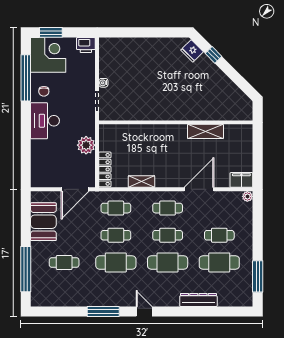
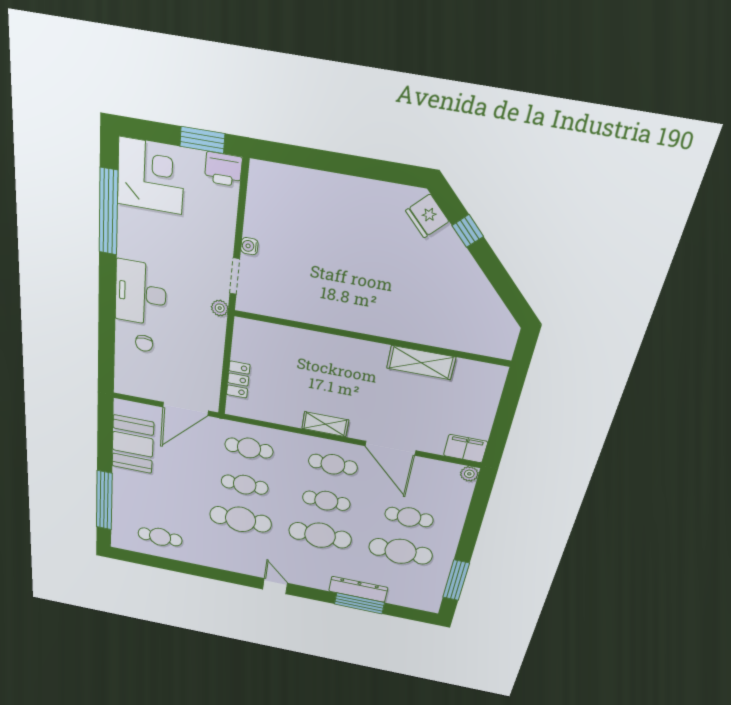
window: (51, 32) -> (202, 140), moved
chair: (44, 91) -> (144, 343), moved
plant: (86, 145) -> (220, 308), moved, width x0.53, depth x0.53
locker: (105, 169) -> (238, 380), width x0.66
shelving: (141, 182) -> (325, 424), moved
door: (199, 189) -> (390, 448), swing flipped
cafe table: (64, 262) -> (160, 537), moved
window: (103, 312) -> (359, 603), moved

